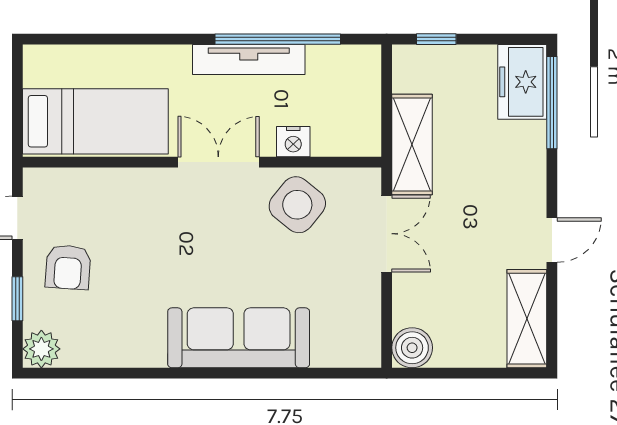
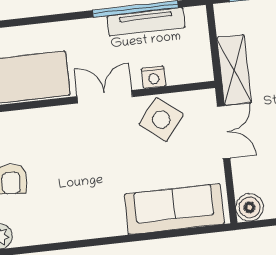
tv unit: (249, 60) -> (146, 22), moved
sofa: (239, 338) -> (174, 209), moved

